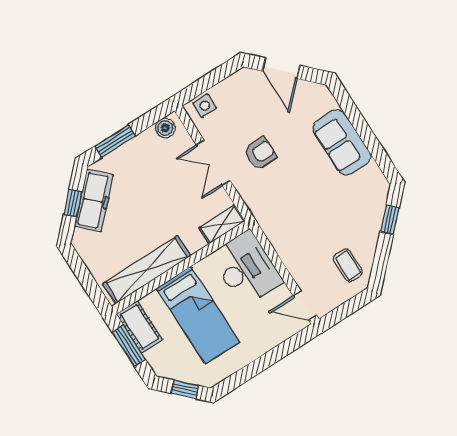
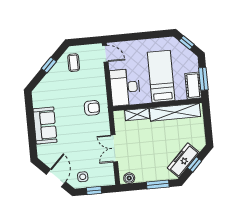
window: (211, 80) -> (94, 191), added
side table: (205, 106) -> (83, 177), moved
armchair: (260, 153) -> (92, 108), moved, turned 180
double door: (213, 163) -> (114, 148), swing flipped
window: (390, 220) -> (49, 65), moved
shelving: (222, 224) -> (137, 114), moved

